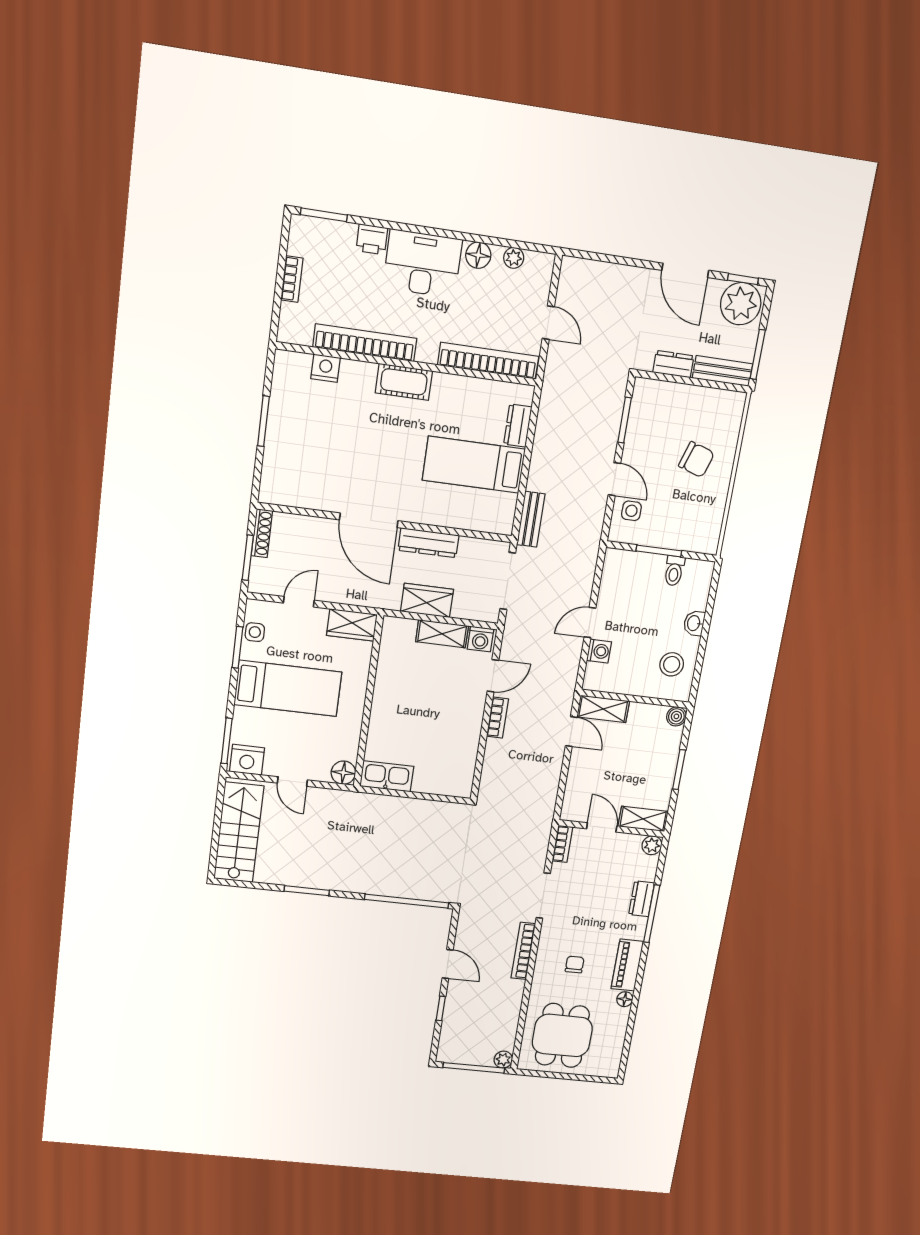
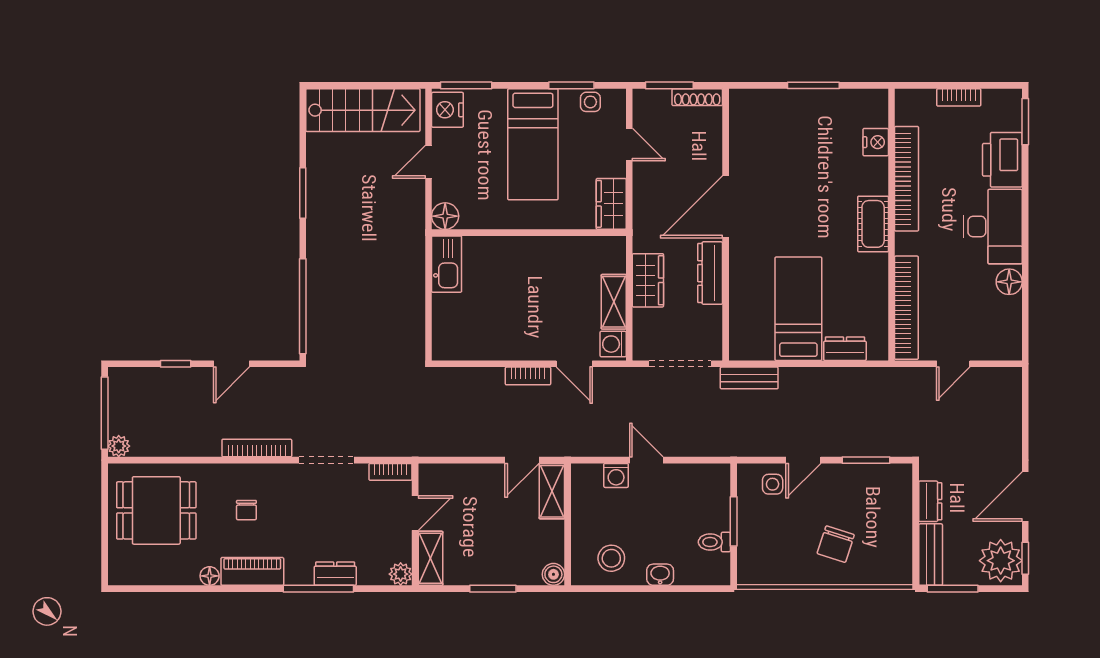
printer: (372, 239) -> (1002, 160), width x1.87, depth x1.48
plant: (514, 258) -> (1012, 318), removed
chair: (575, 965) -> (246, 510), turned 90

